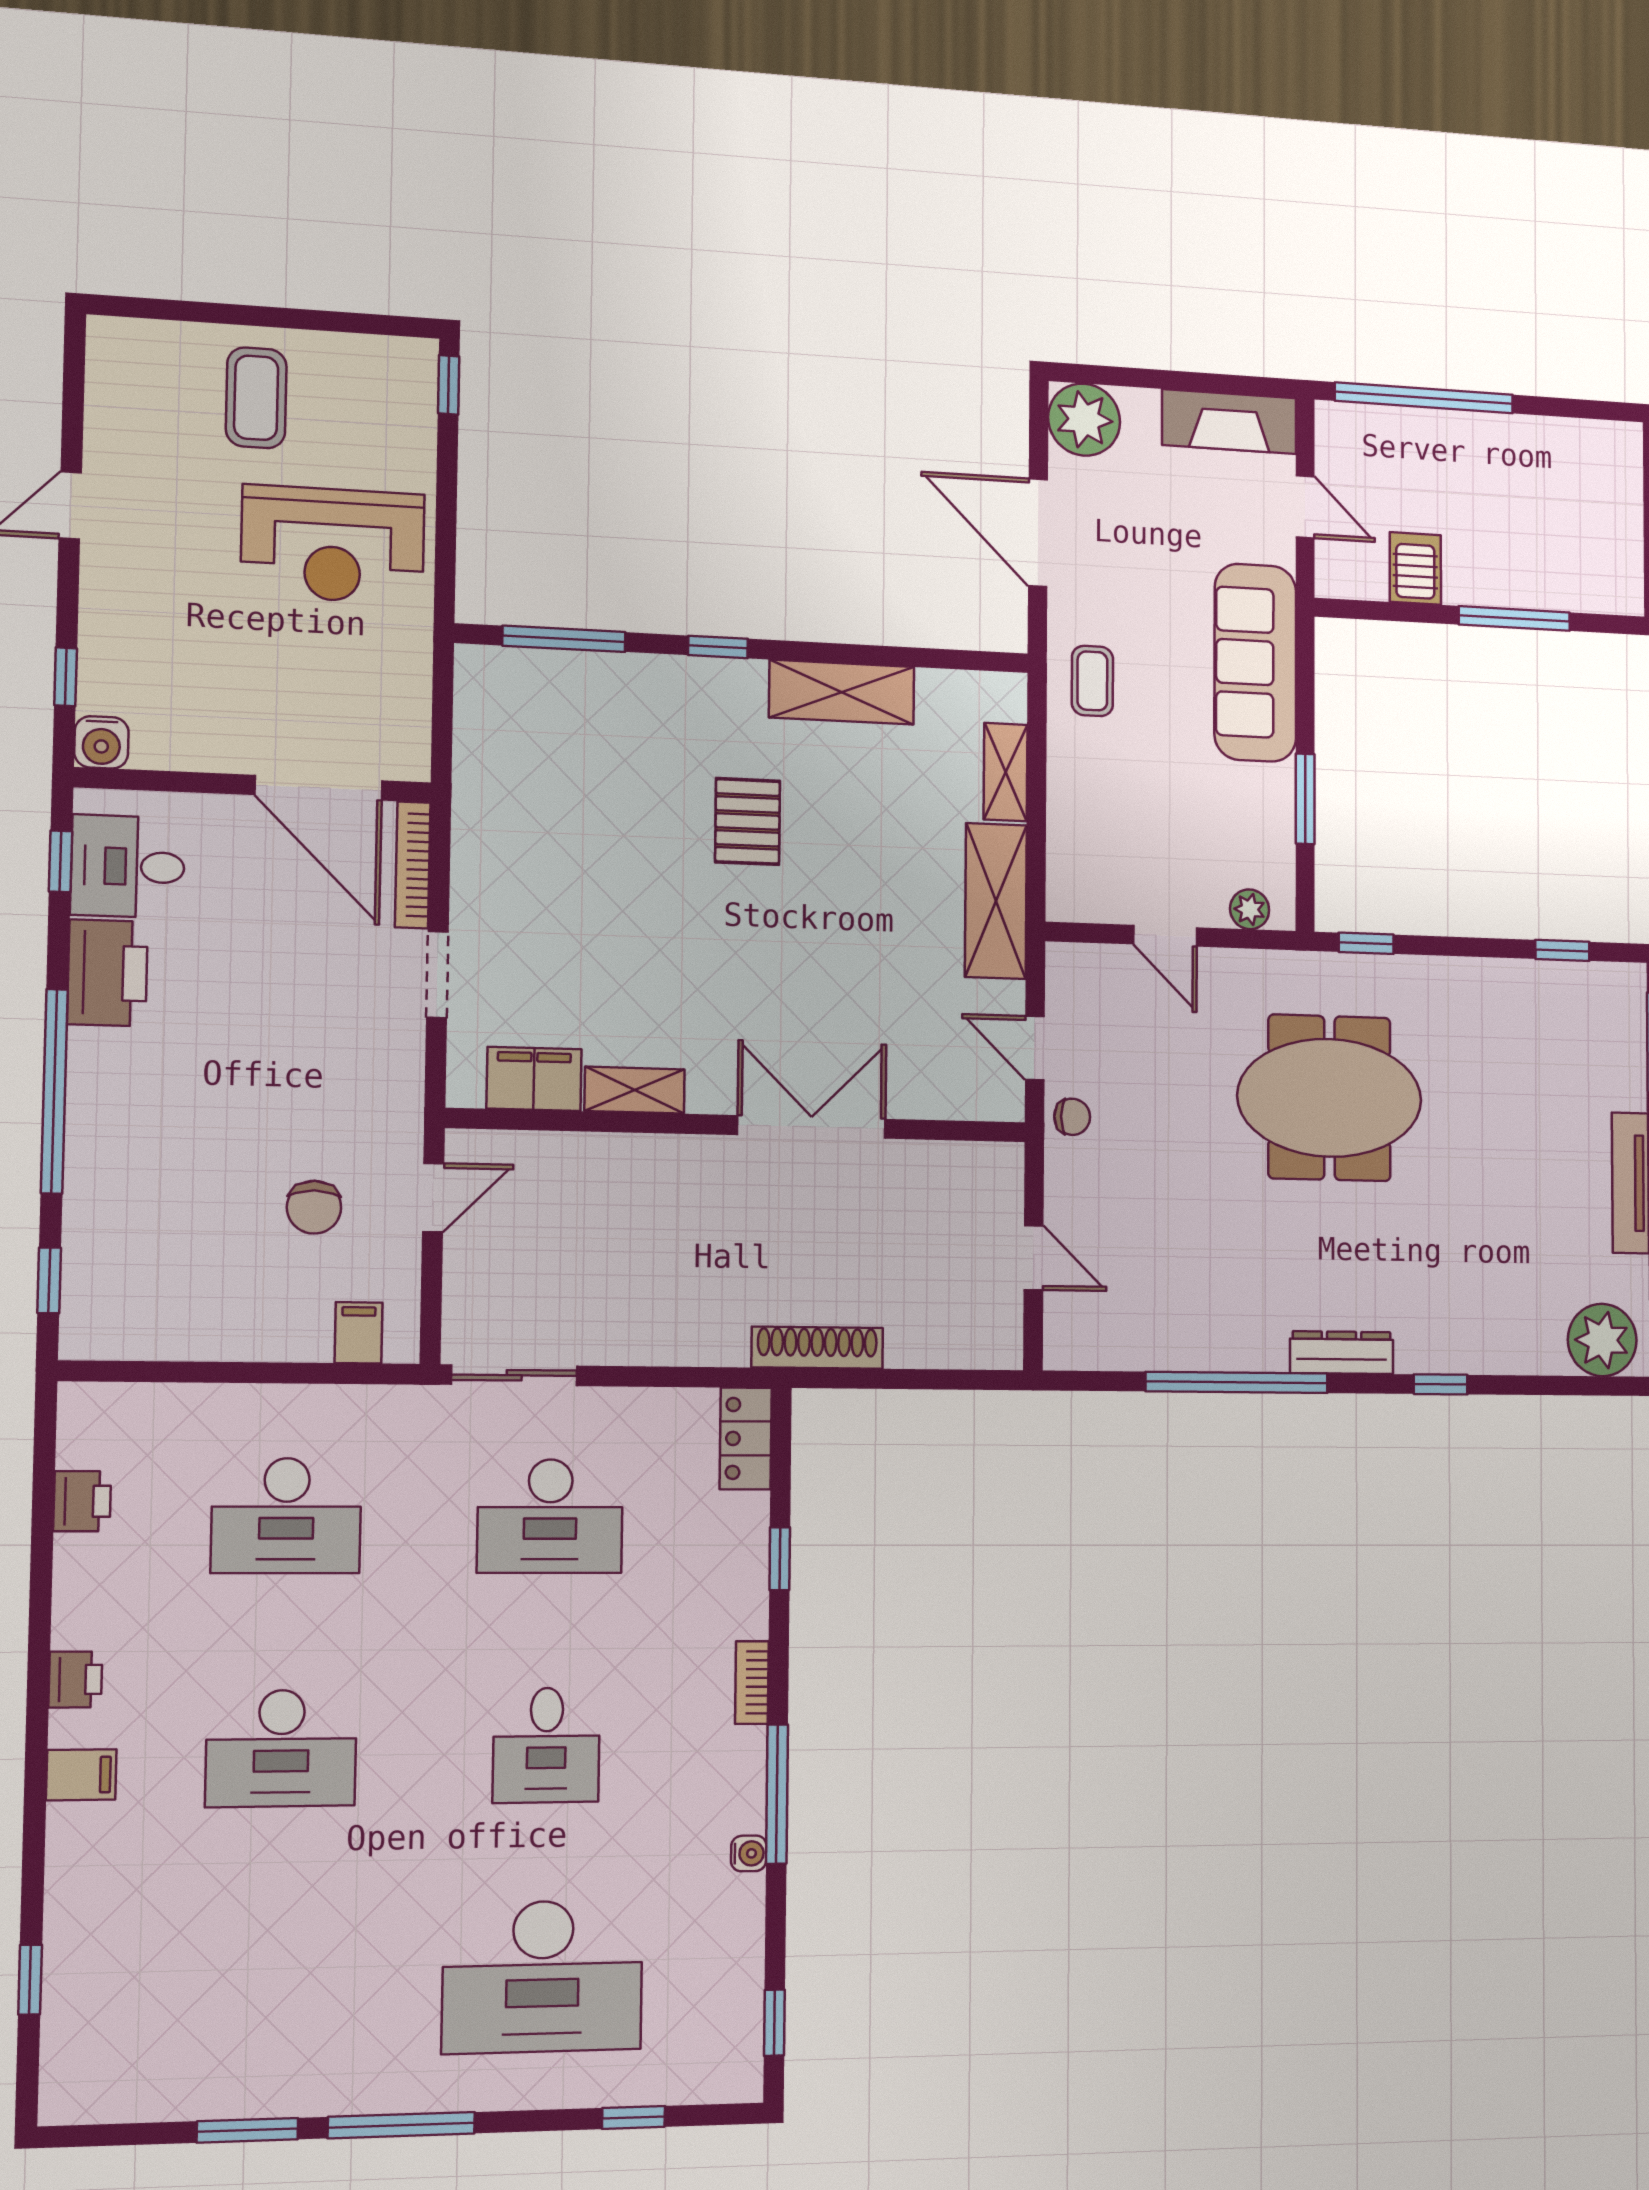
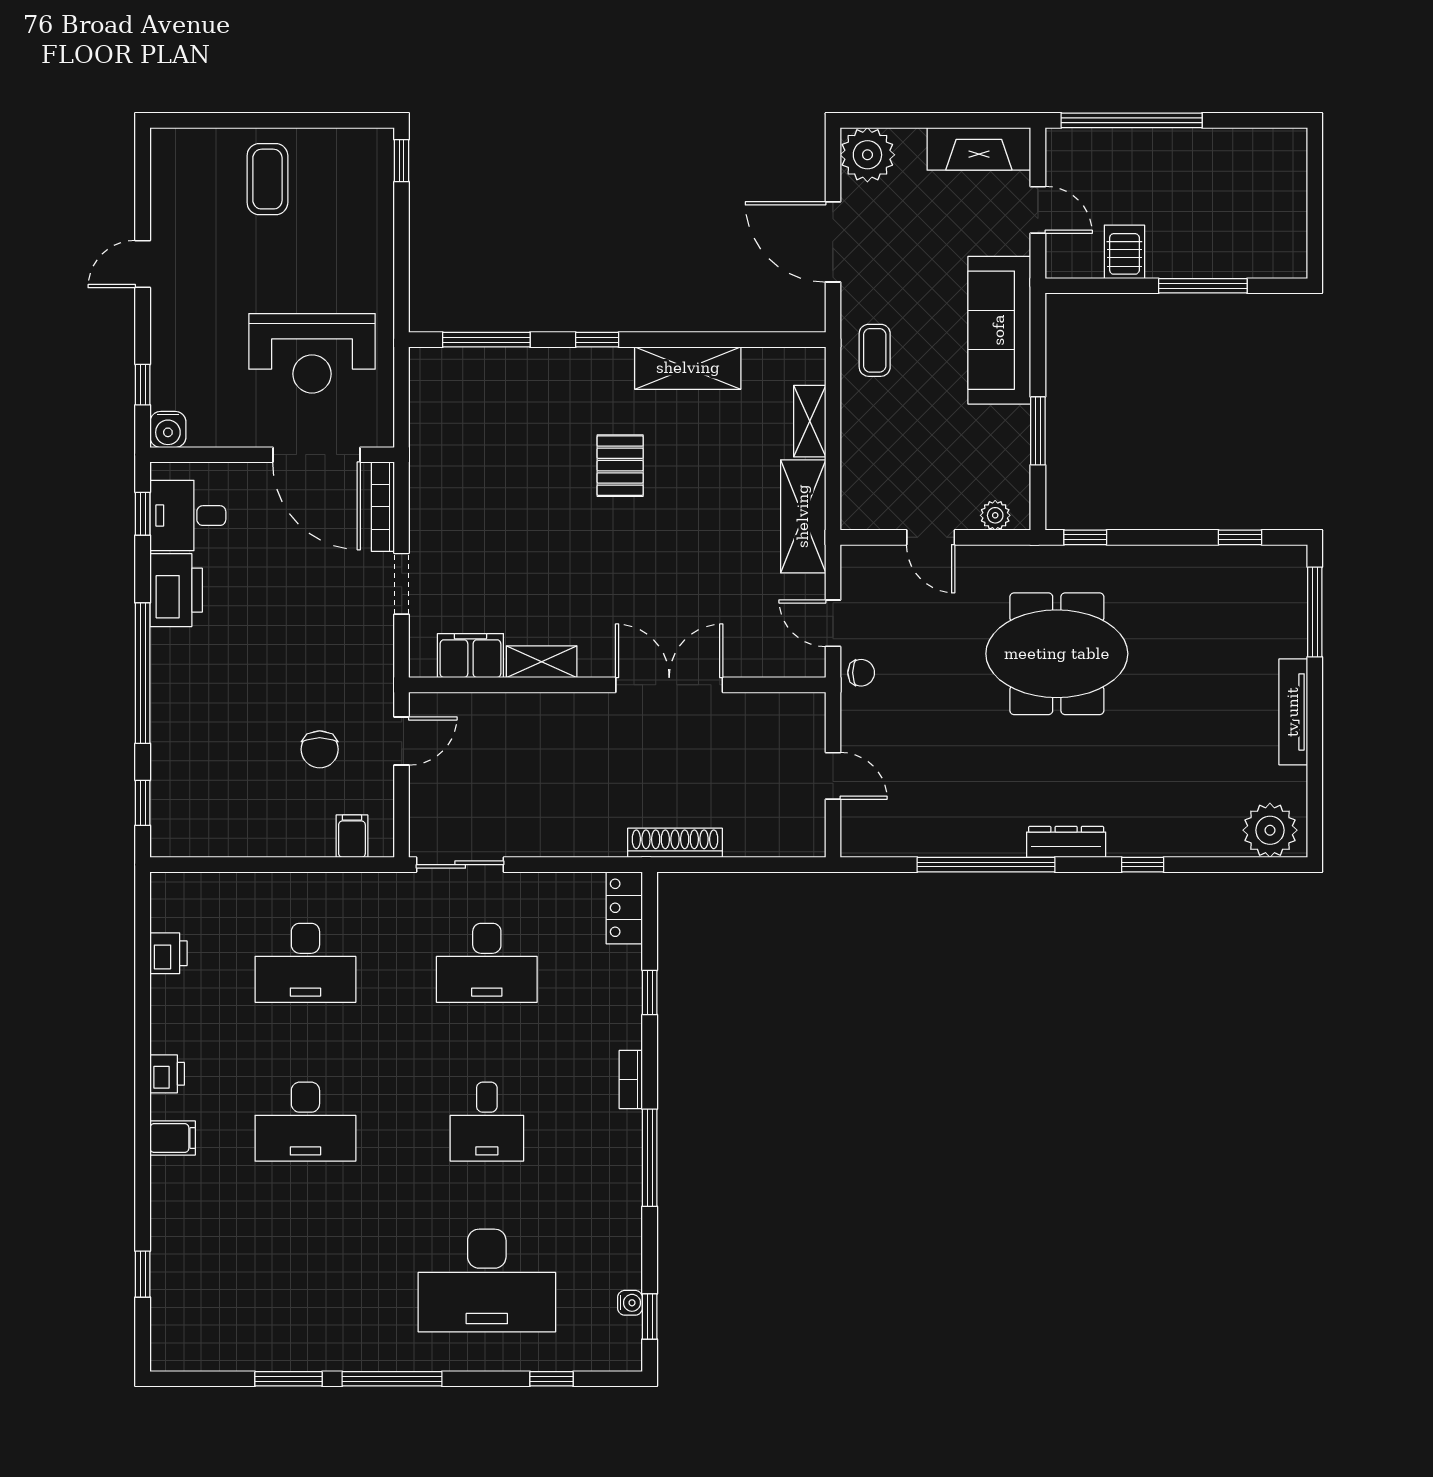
reception desk: (333, 545) -> (312, 353), moved
water cooler: (749, 1853) -> (630, 1303), moved

